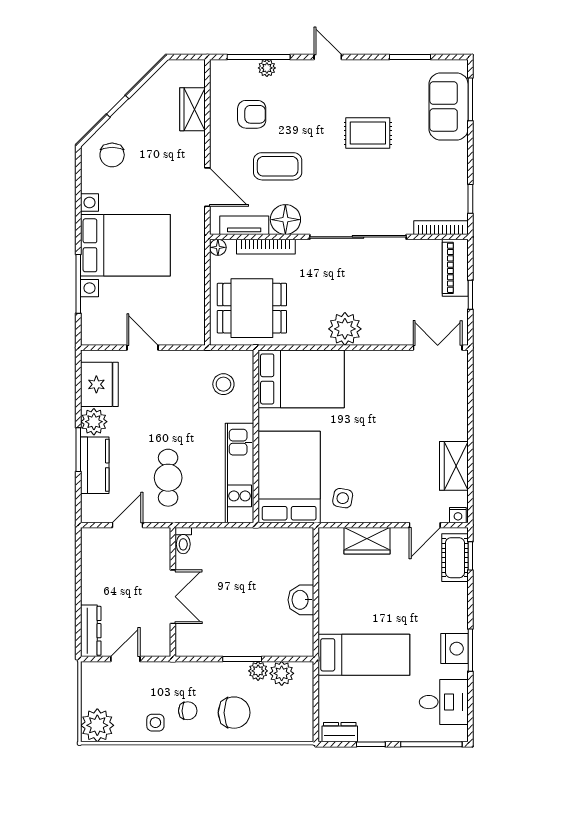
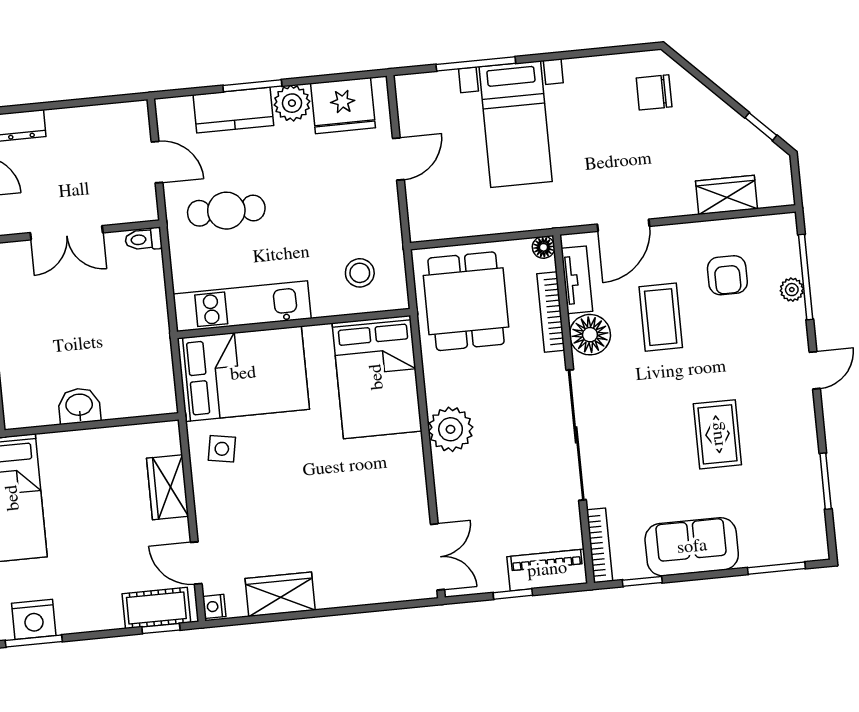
window: (118, 106) -> (761, 127), moved
sofa: (449, 106) -> (692, 547), moved
bed with nightstands: (125, 245) -> (516, 124), width x0.73

